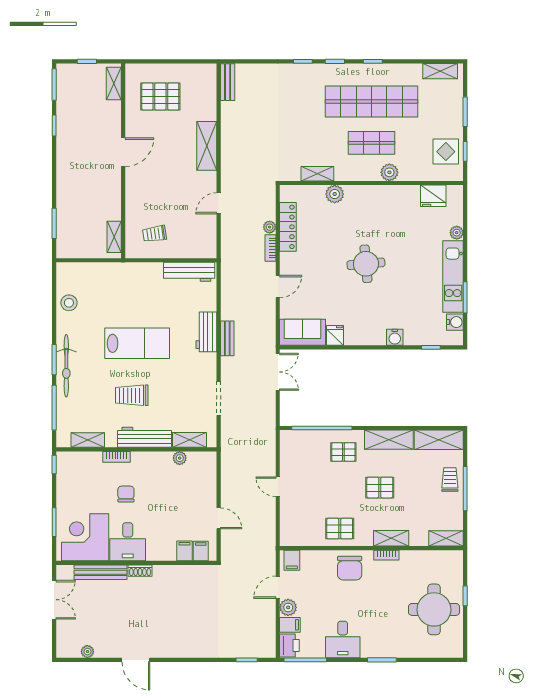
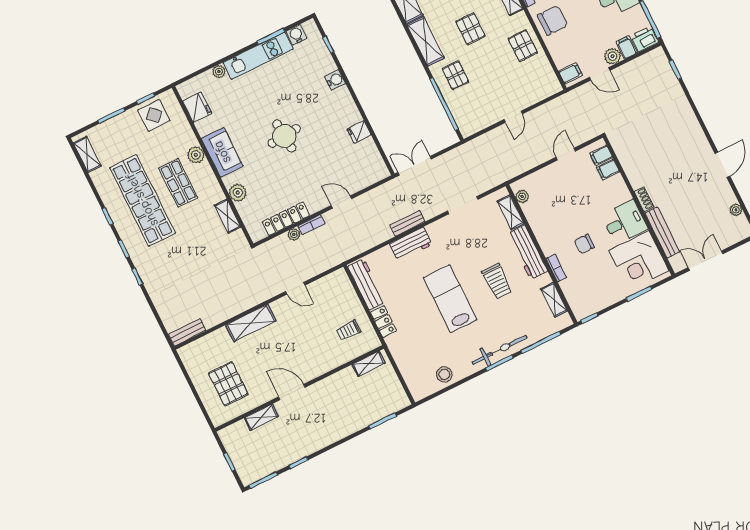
shelving: (114, 84) -> (261, 417), moved
trolley: (155, 234) -> (349, 330), turned 98
locker: (146, 270) -> (383, 322), added
sofa: (303, 332) -> (222, 152), moved, turned 180
plant: (180, 458) -> (522, 196), moved

